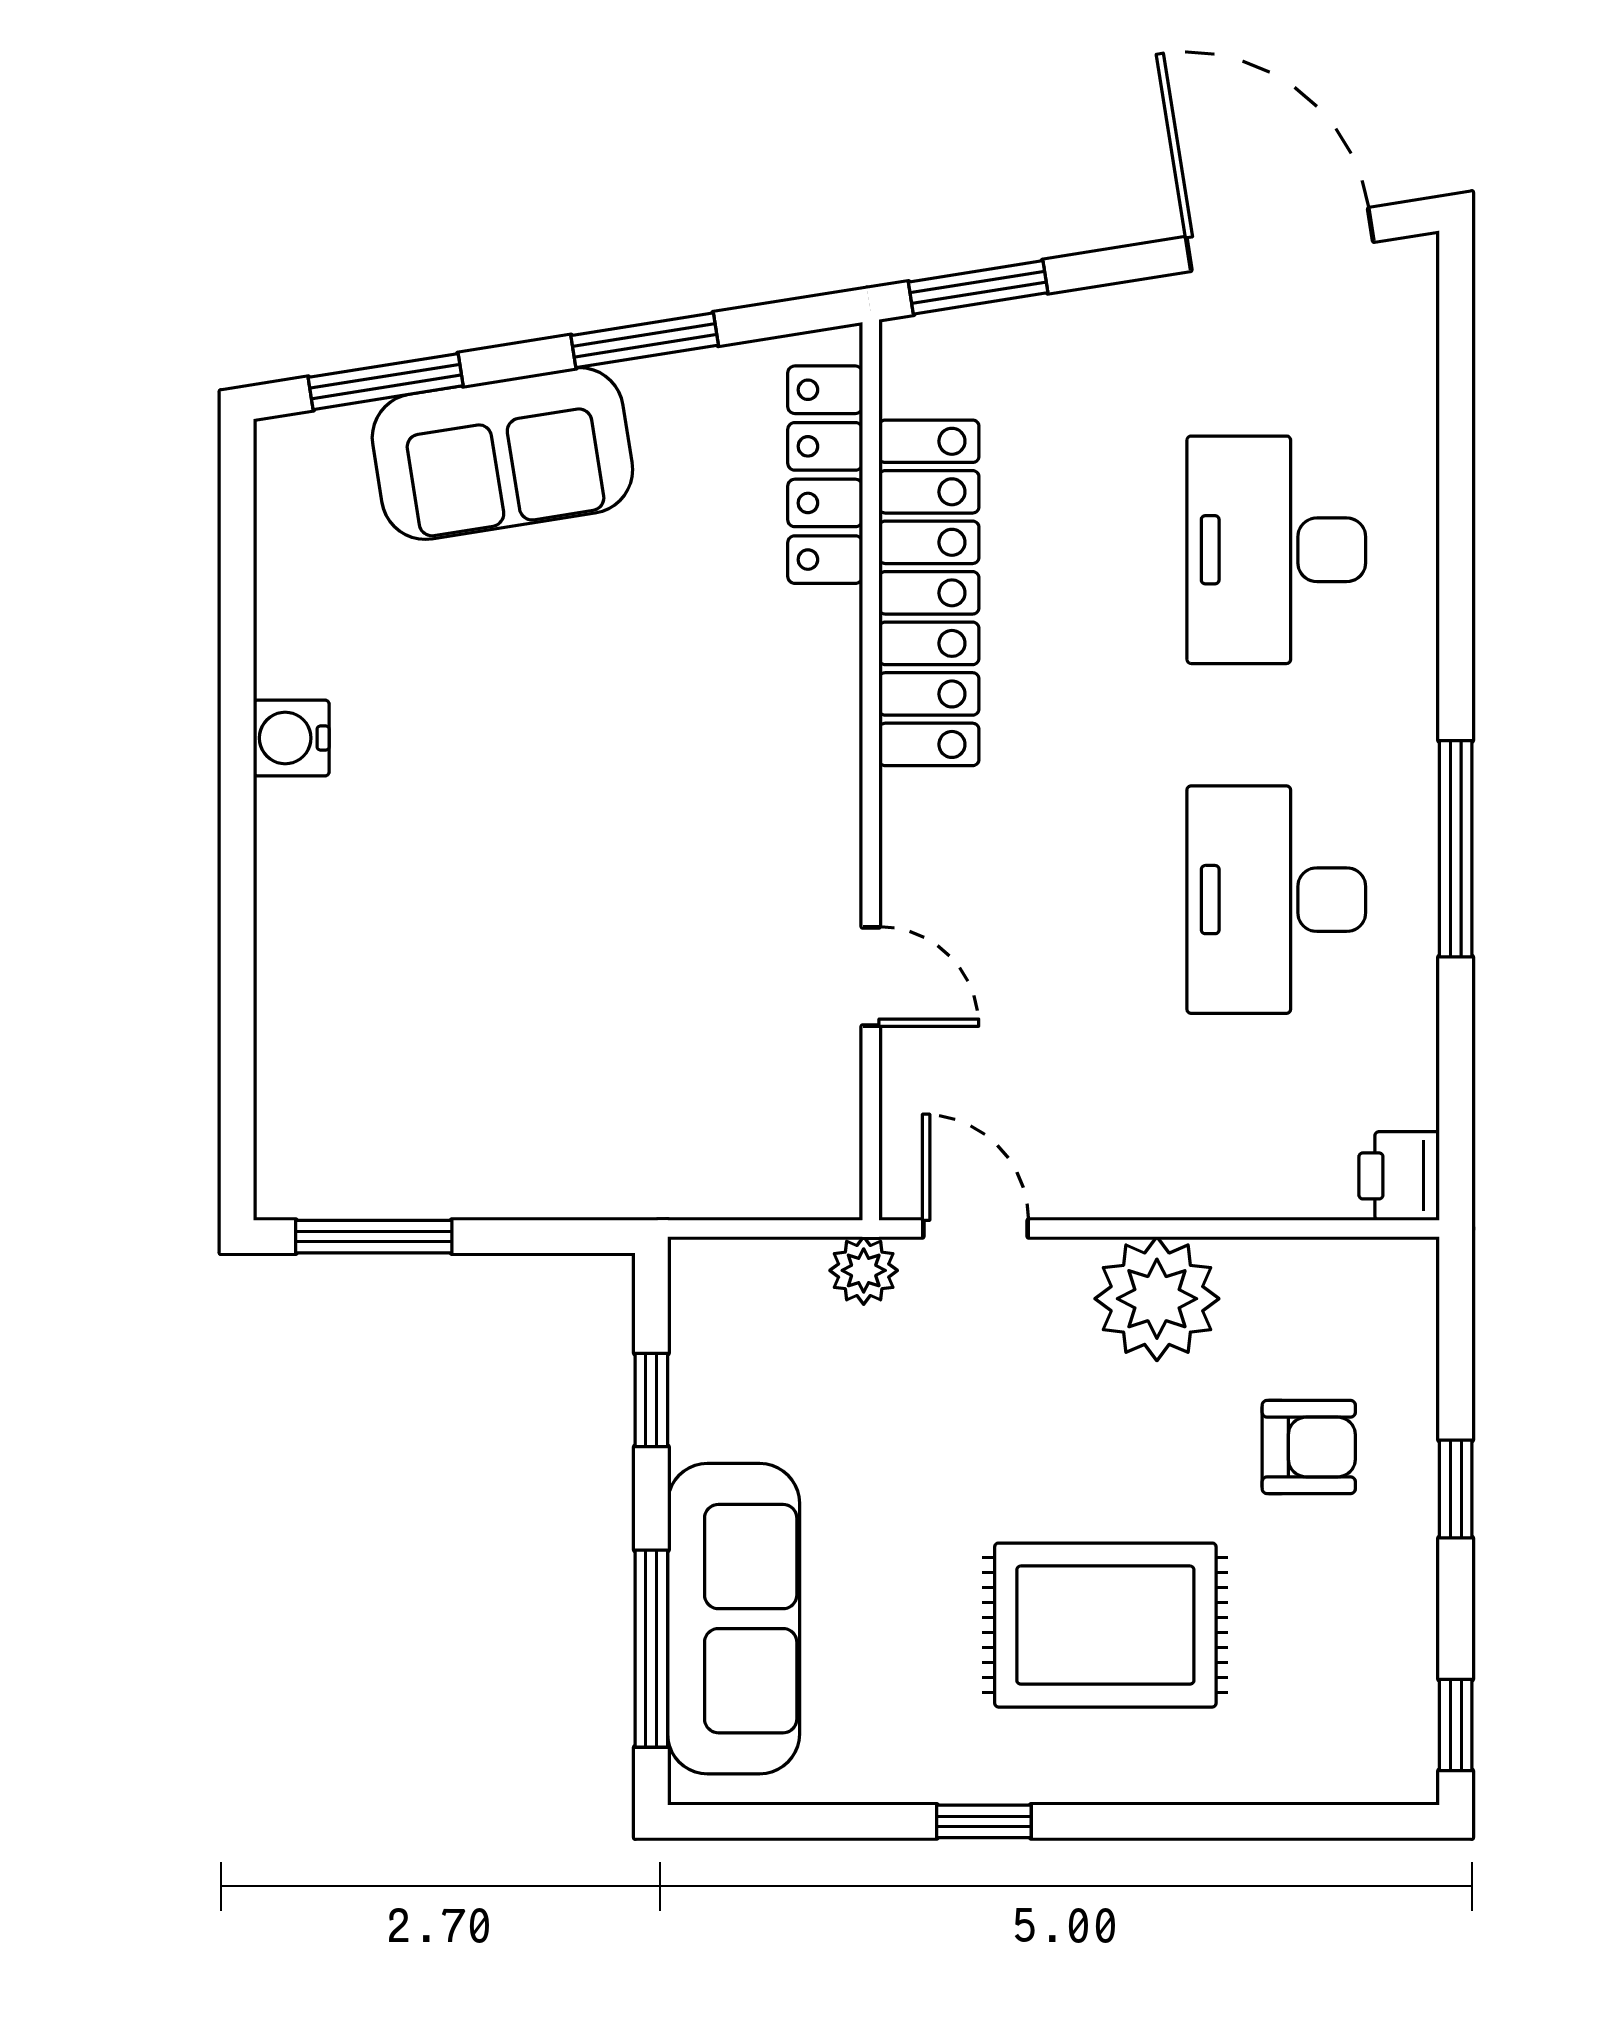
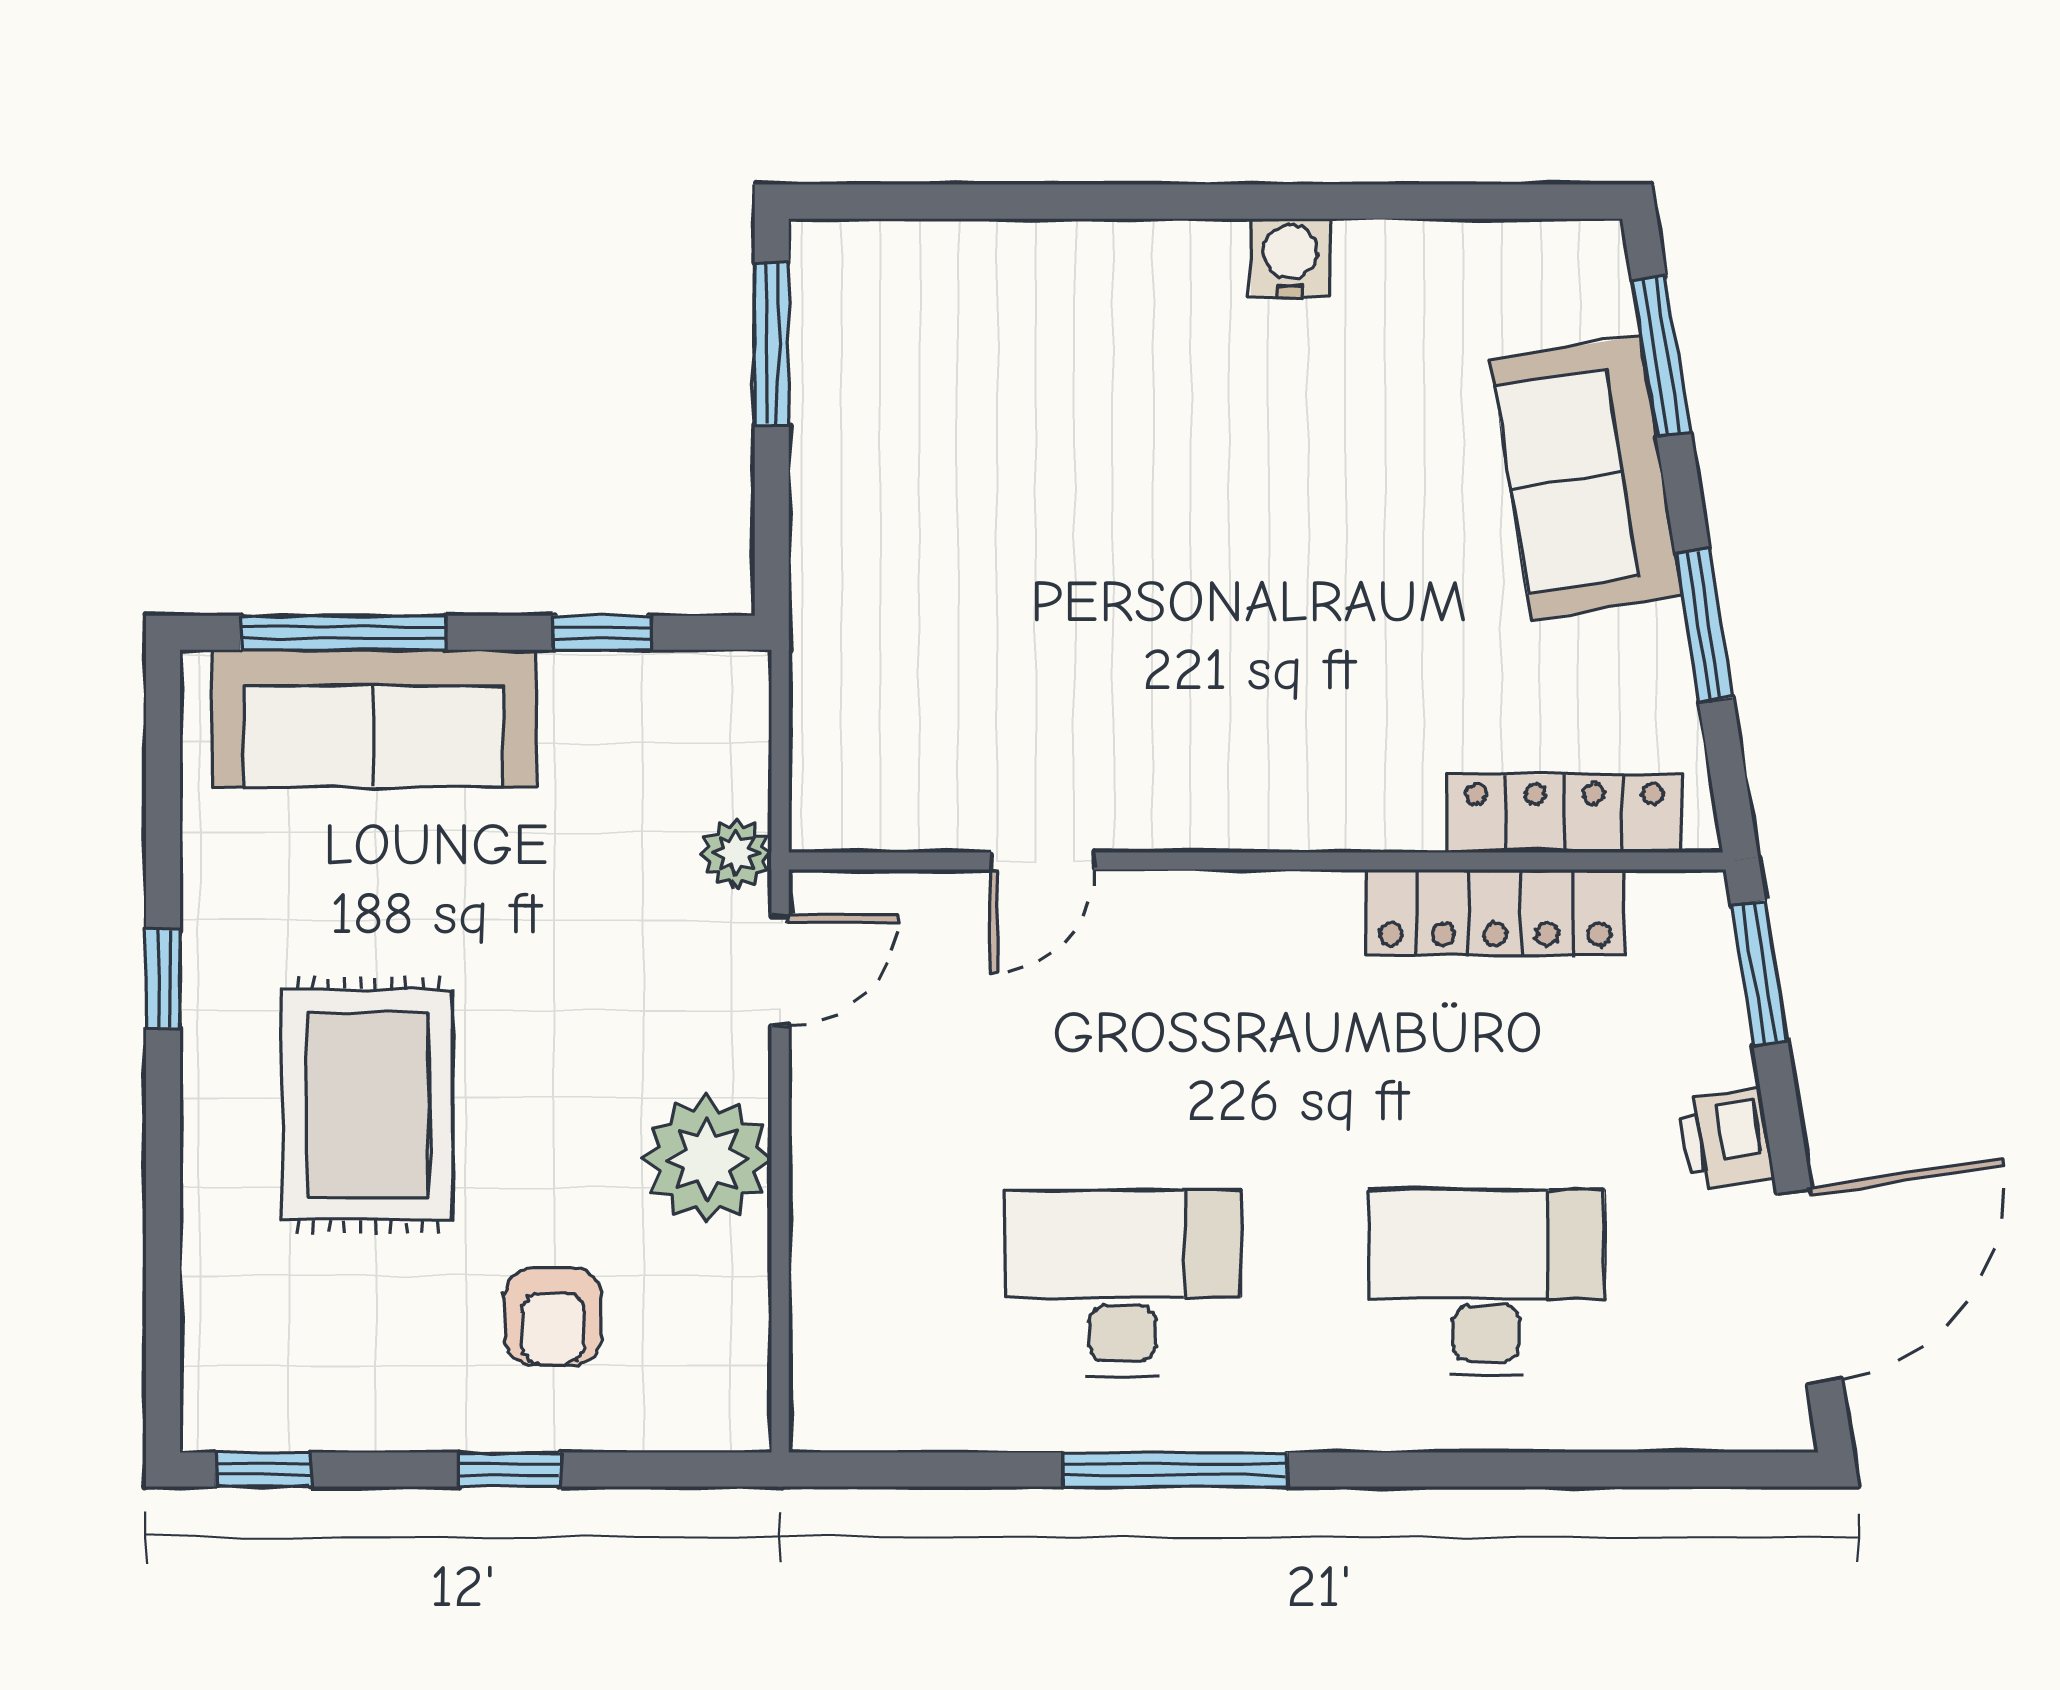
locker: (929, 593) -> (1495, 913), width x0.71, depth x0.83
printer: (1399, 1176) -> (1726, 1139), moved, turned -99

